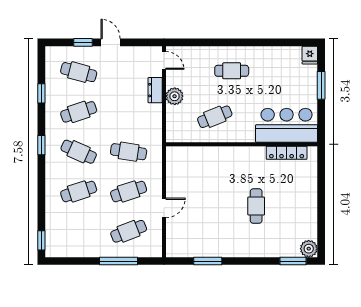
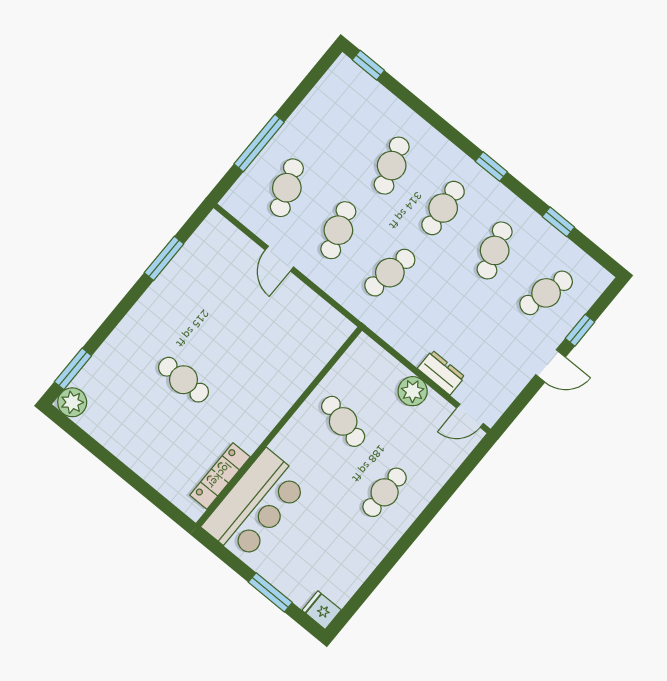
cafe table: (215, 117) -> (343, 421), turned -55
cafe table: (79, 152) -> (443, 208), turned -30

